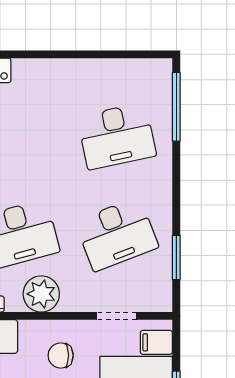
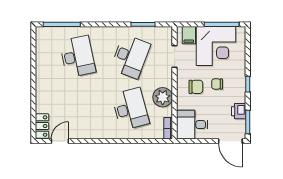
desk: (117, 234) -> (130, 57), turned 42
chair: (61, 355) -> (196, 87), turned -90

